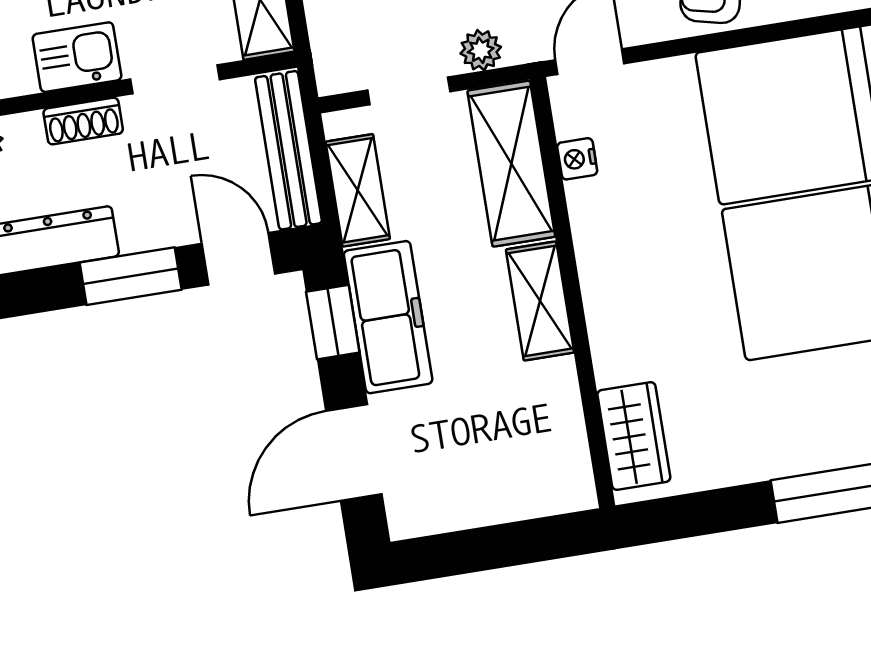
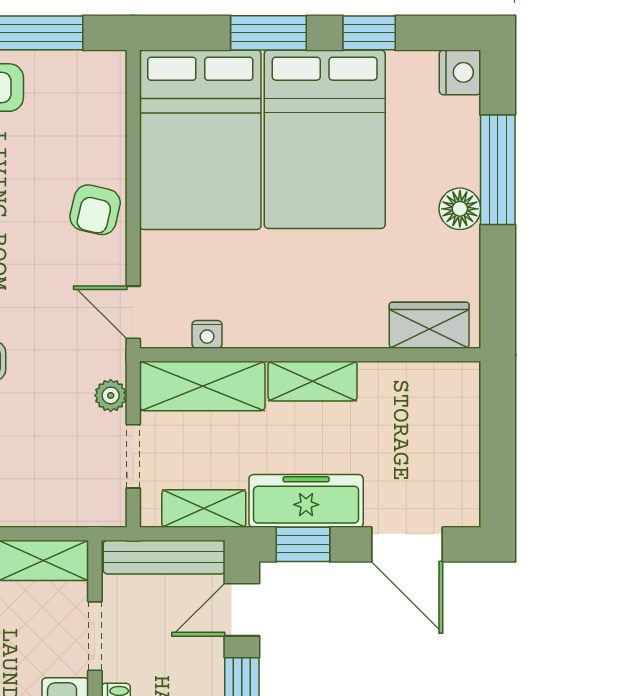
floor lamp: (786, 451) -> (460, 209), added

